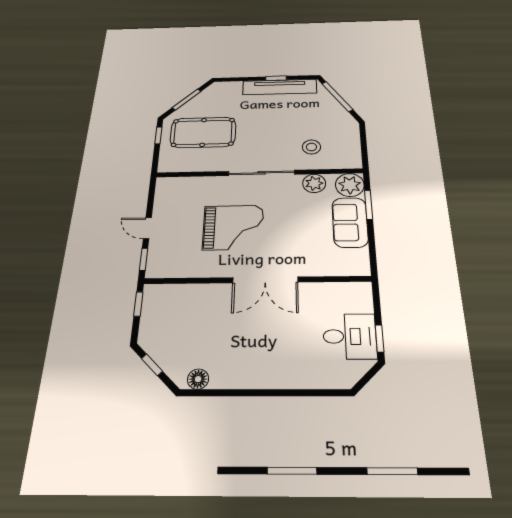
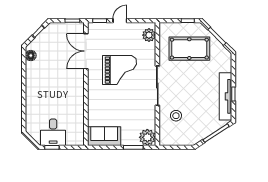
pool table: (203, 132) -> (189, 49), turned 90
plant: (314, 183) -> (149, 35), moved
sofa: (350, 222) -> (104, 136), moved
grand piano: (233, 227) -> (120, 70), turned -90
double door: (265, 280) -> (86, 51), moved

